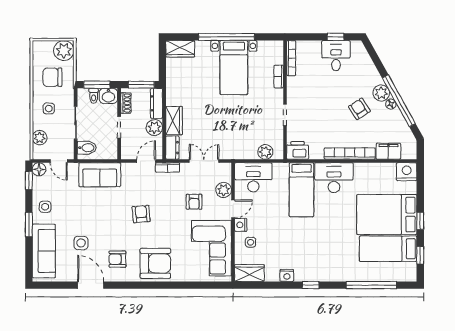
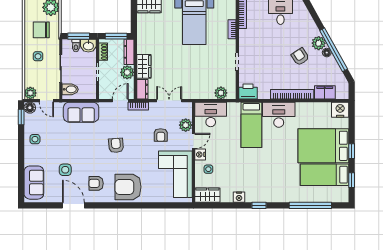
plant: (40, 138) -> (30, 93), moved
window: (29, 225) -> (21, 154), removed
sofa: (44, 251) -> (34, 183), width x0.73
armchair: (155, 263) -> (128, 187), turned 180

